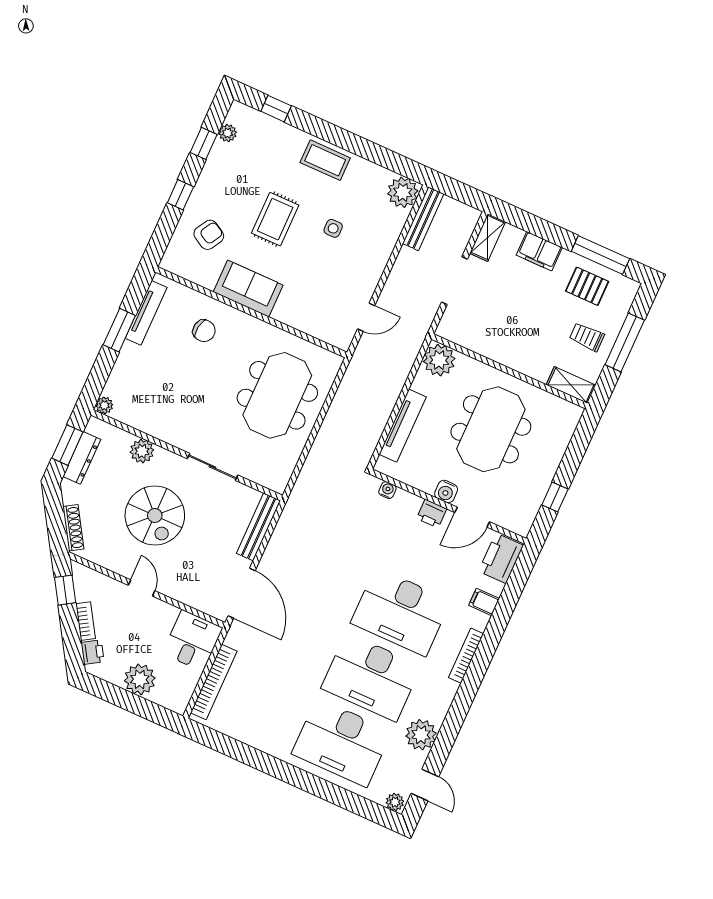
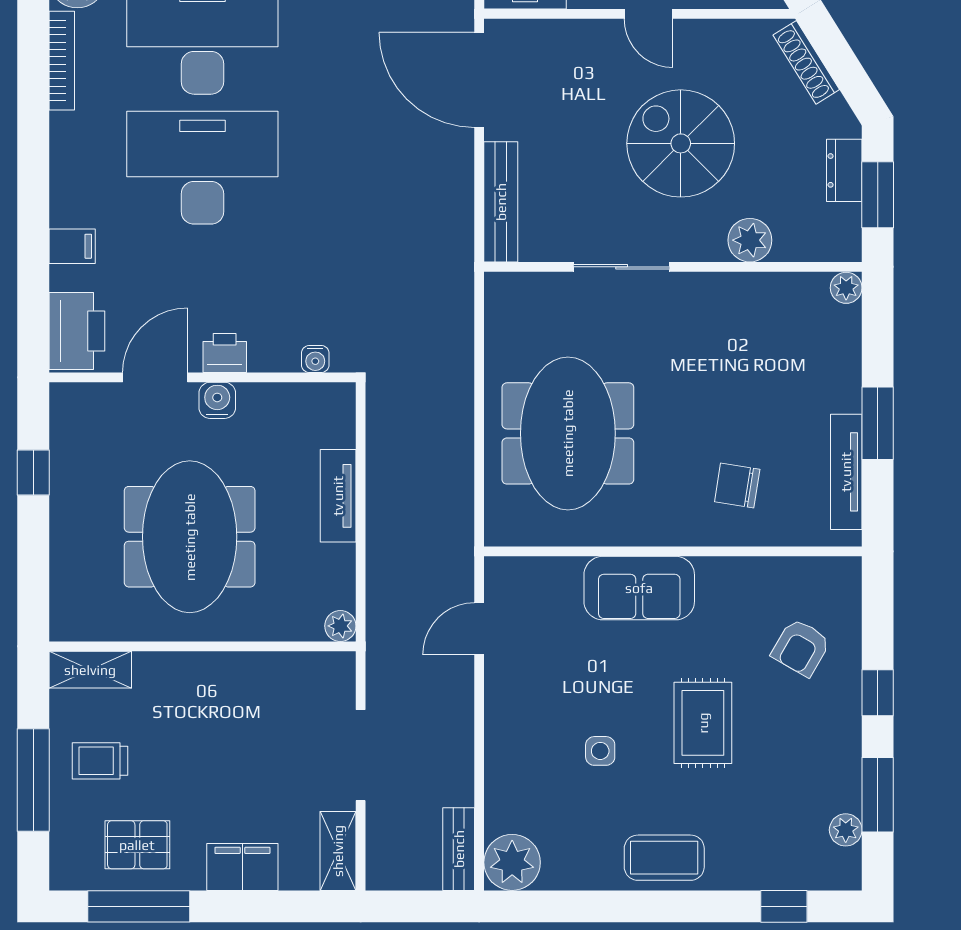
window: (204, 143) -> (878, 795), width x1.50
bench: (423, 219) -> (459, 849), width x0.73
sofa: (248, 289) -> (639, 588), moved
trolley: (587, 337) -> (100, 761), turned 180
plant: (439, 360) -> (340, 626), width x0.53, depth x0.53
tv unit: (403, 426) -> (338, 496), width x0.71
dresser: (82, 458) -> (844, 170), width x0.70
bookcase: (466, 656) -> (62, 61), moved

